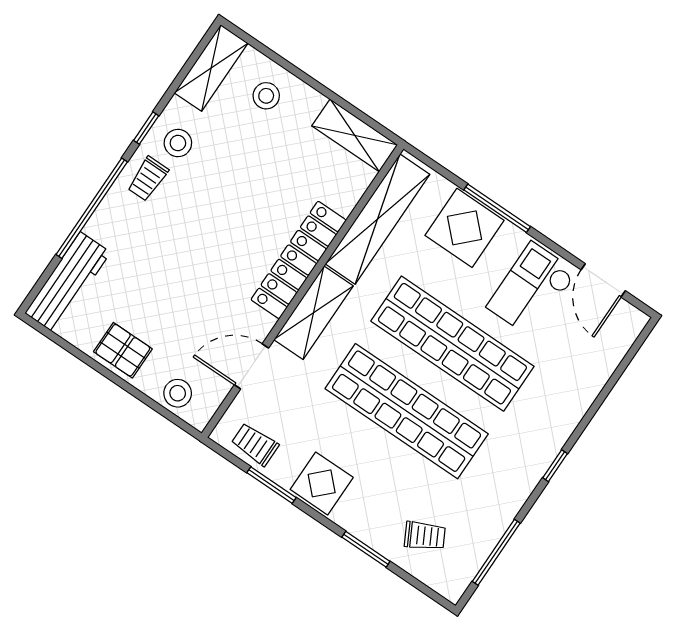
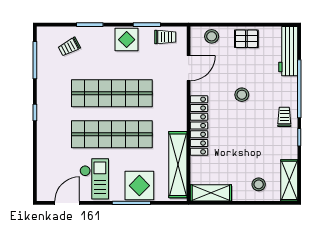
stool: (178, 143) -> (242, 95), moved
door: (603, 280) -> (67, 203), hinge flipped
shelving: (314, 313) -> (178, 108), removed

